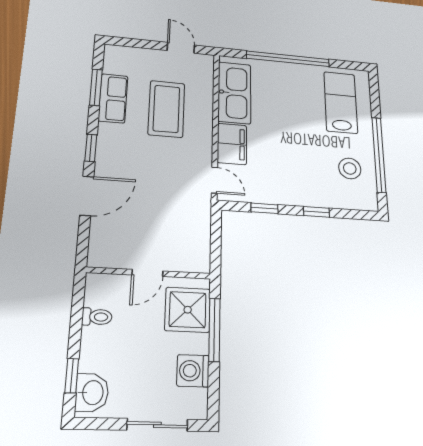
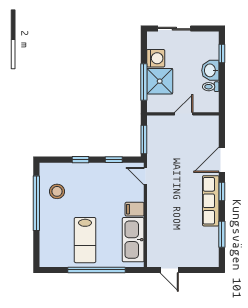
row of seats: (113, 98) -> (211, 201), moved, width x1.48
lab bench: (341, 102) -> (85, 240), moved
coffee table: (166, 109) -> (177, 223), removed
filing cabinet: (232, 144) -> (135, 209), width x0.50
window: (216, 236) -> (144, 140), added
shower: (188, 310) -> (160, 81), moved
washbasin: (92, 393) -> (210, 70), moved

